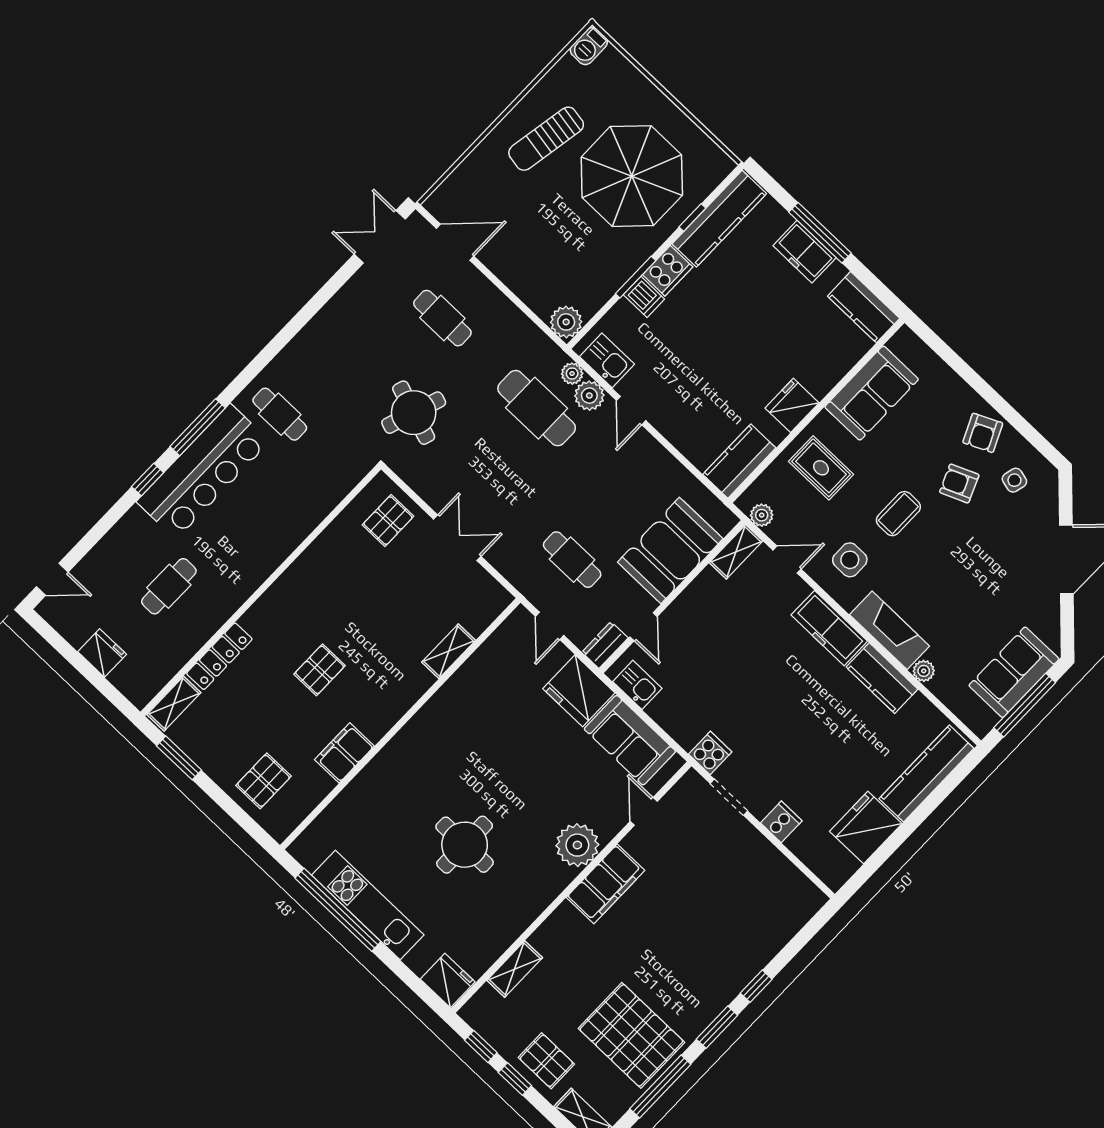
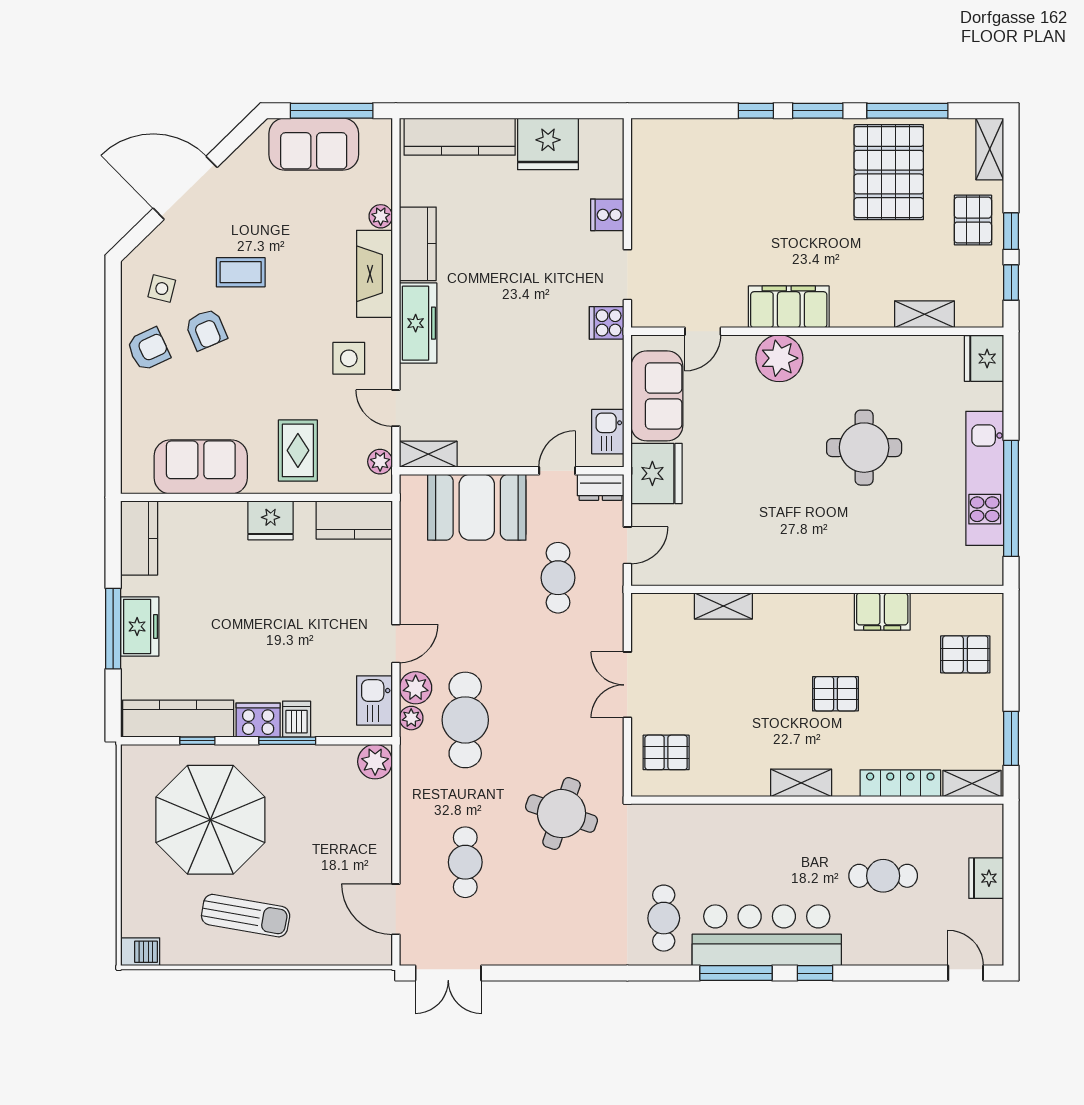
coffee table: (898, 514) -> (241, 272), moved
shelving: (282, 591) -> (801, 783), added

